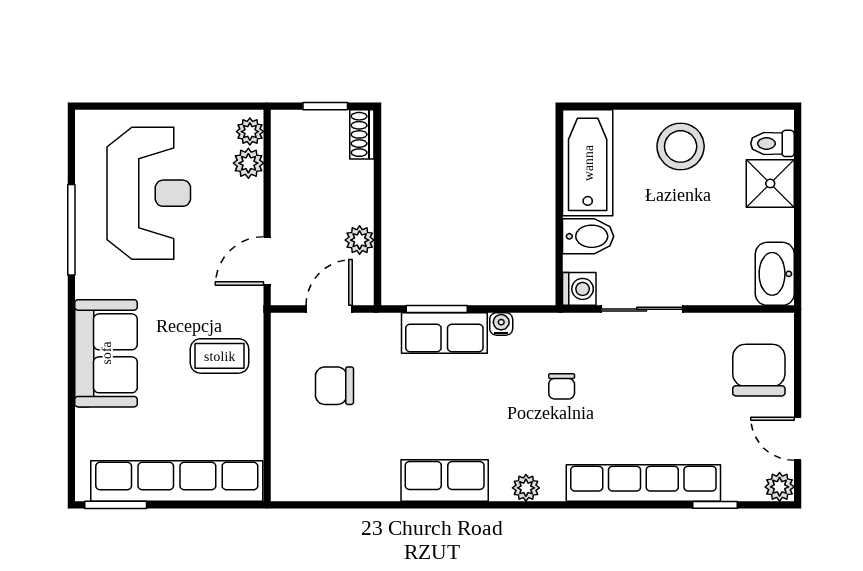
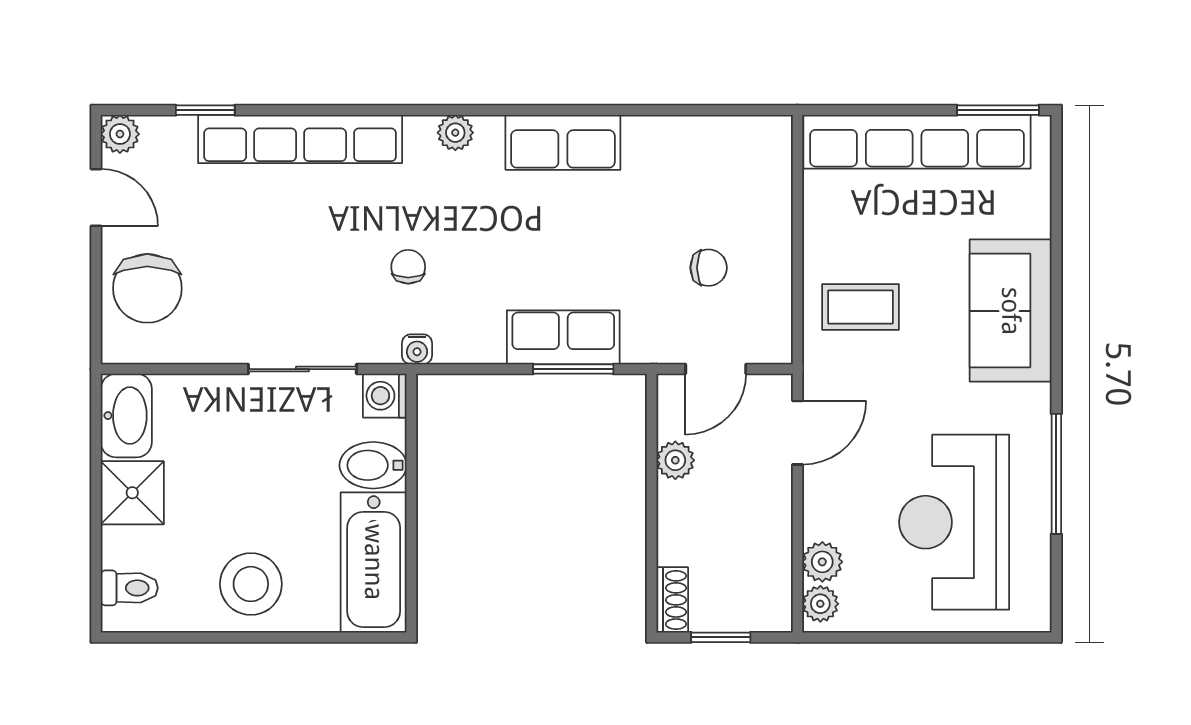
shower: (770, 183) -> (132, 493), moved
water cooler: (501, 324) -> (417, 349), moved
chair: (334, 386) -> (709, 268), width x0.73, depth x0.73

